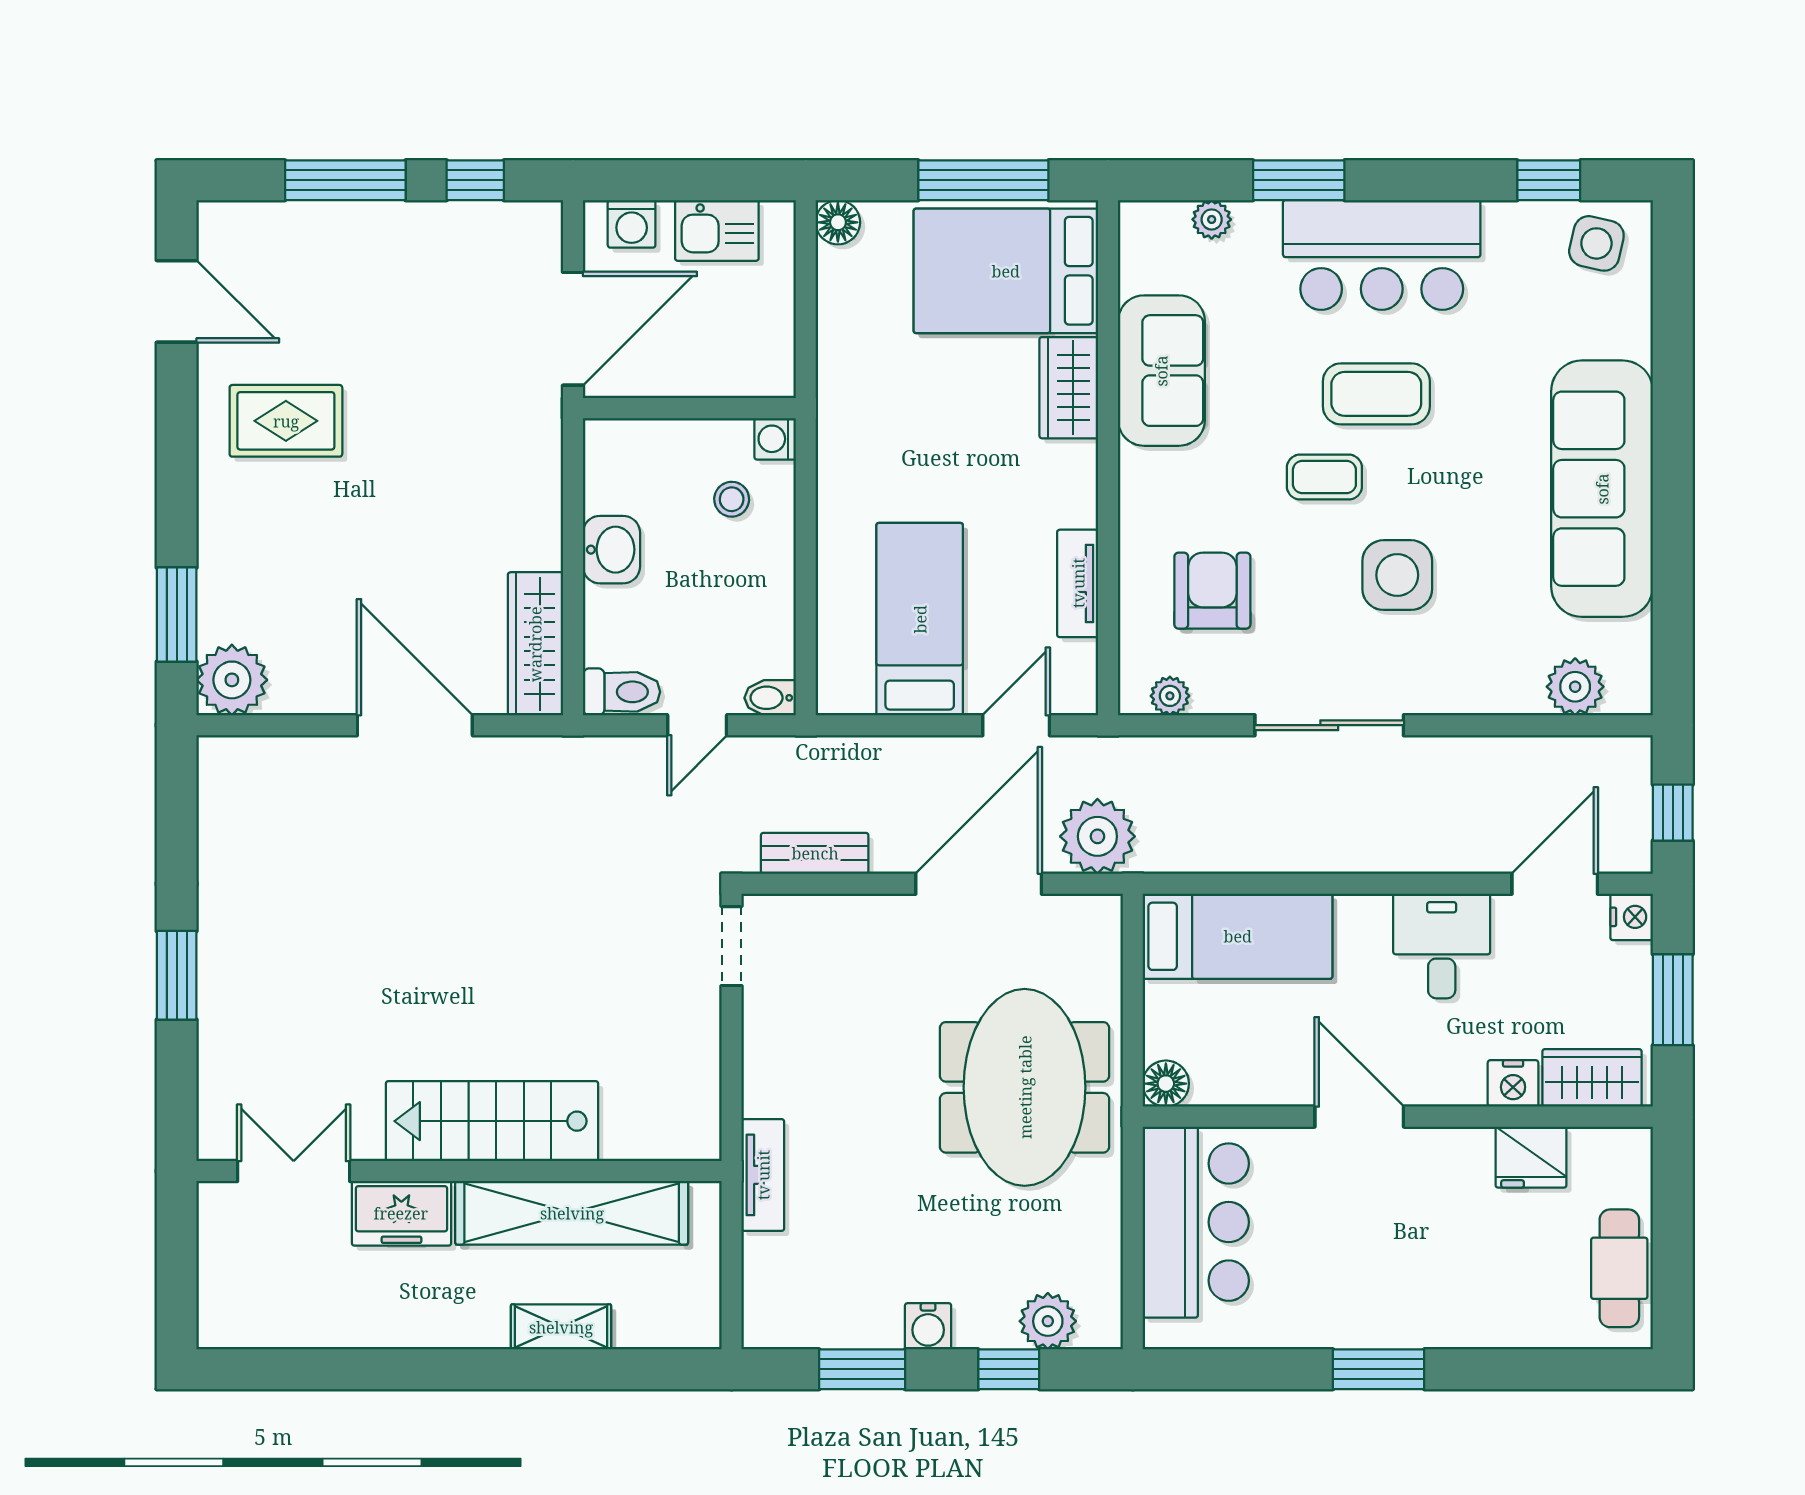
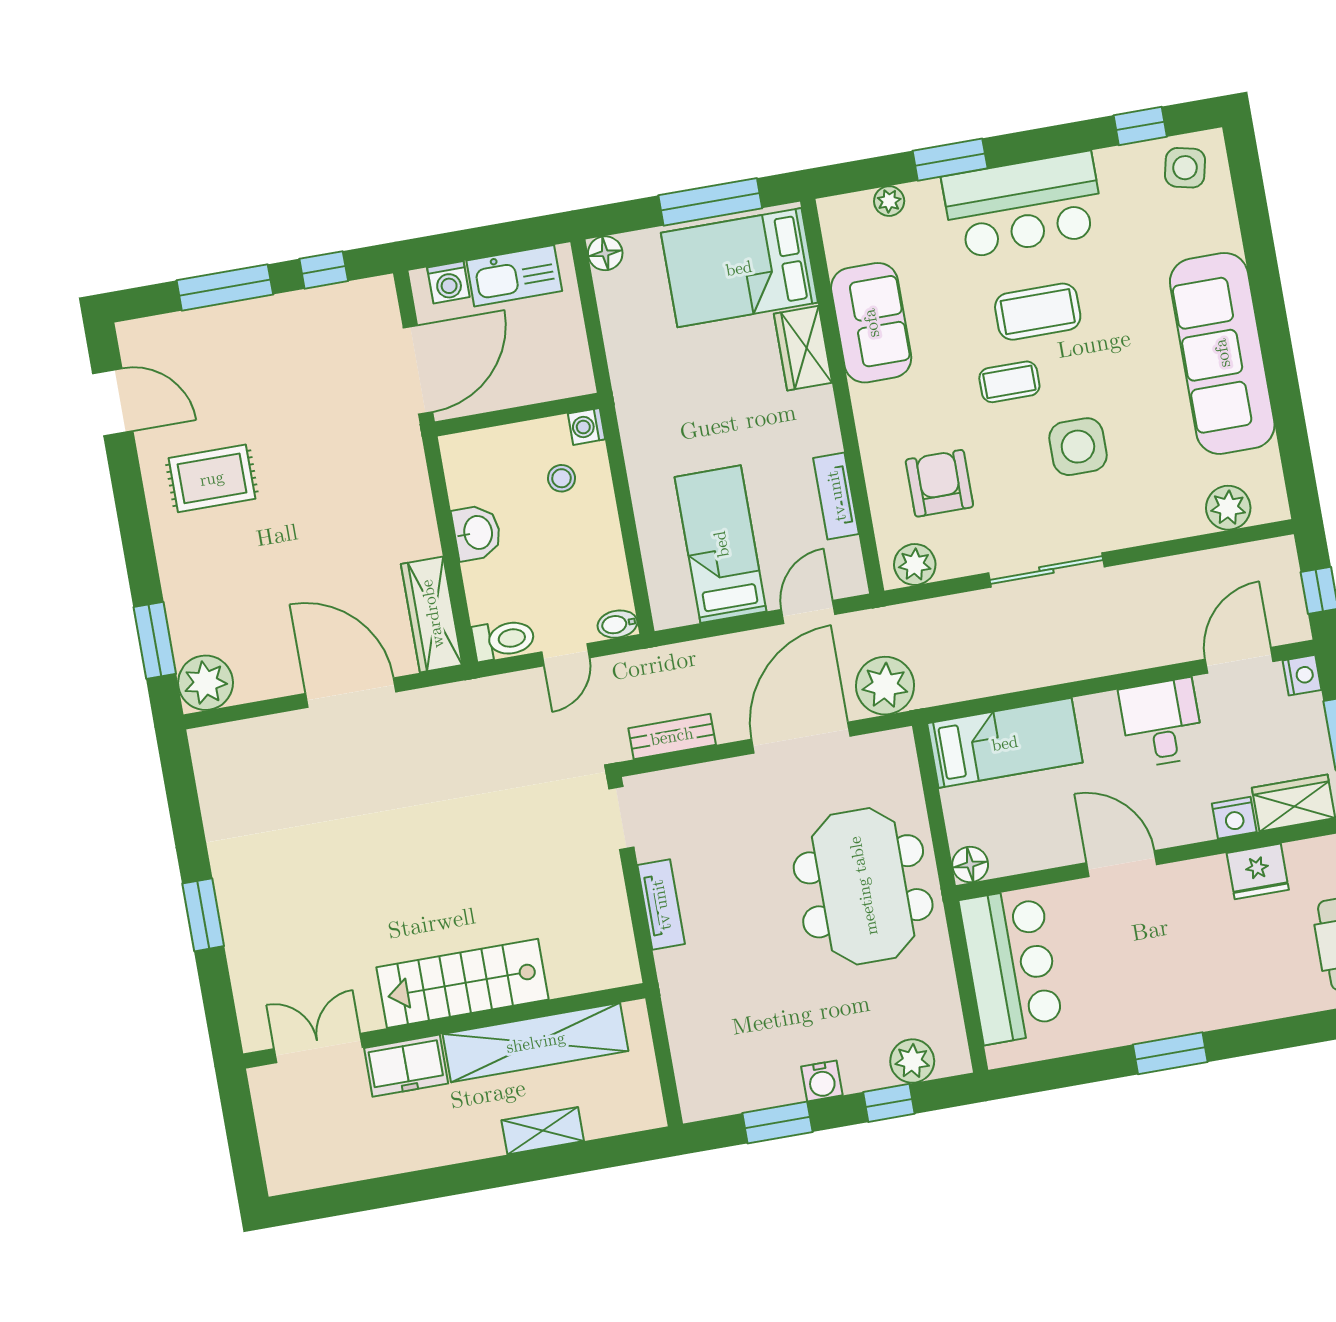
kitchen sink: (717, 230) -> (514, 276), width x1.38
plant: (1170, 696) -> (915, 564), width x1.38, depth x1.38
tv unit: (763, 1175) -> (661, 905), moved

